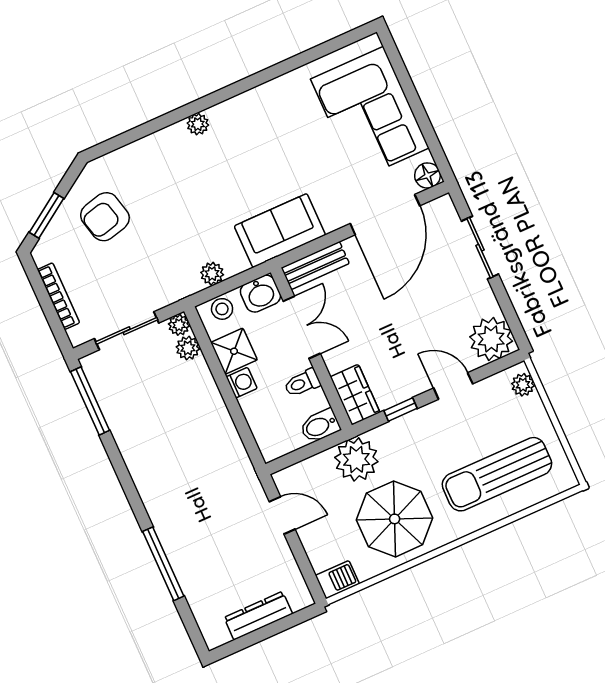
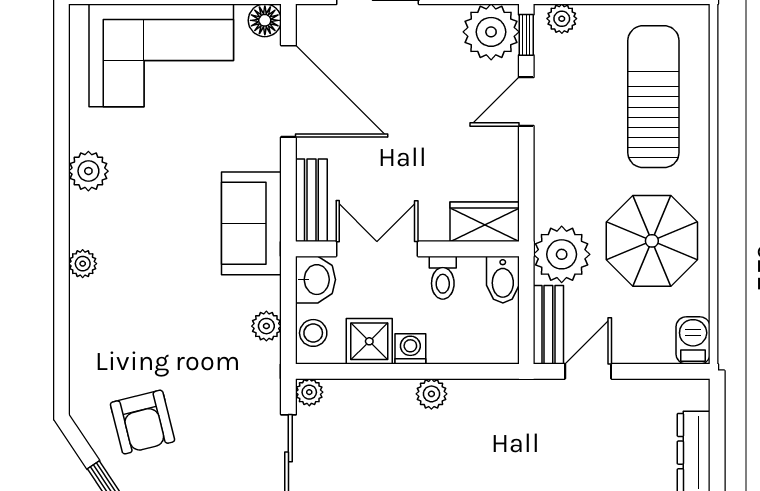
plant: (265, 99) -> (88, 171), added
plant: (188, 348) -> (431, 394), moved
window: (401, 410) -> (526, 35), moved
bench: (302, 473) -> (548, 325), added
sun lounger: (497, 474) -> (653, 97), turned 180

